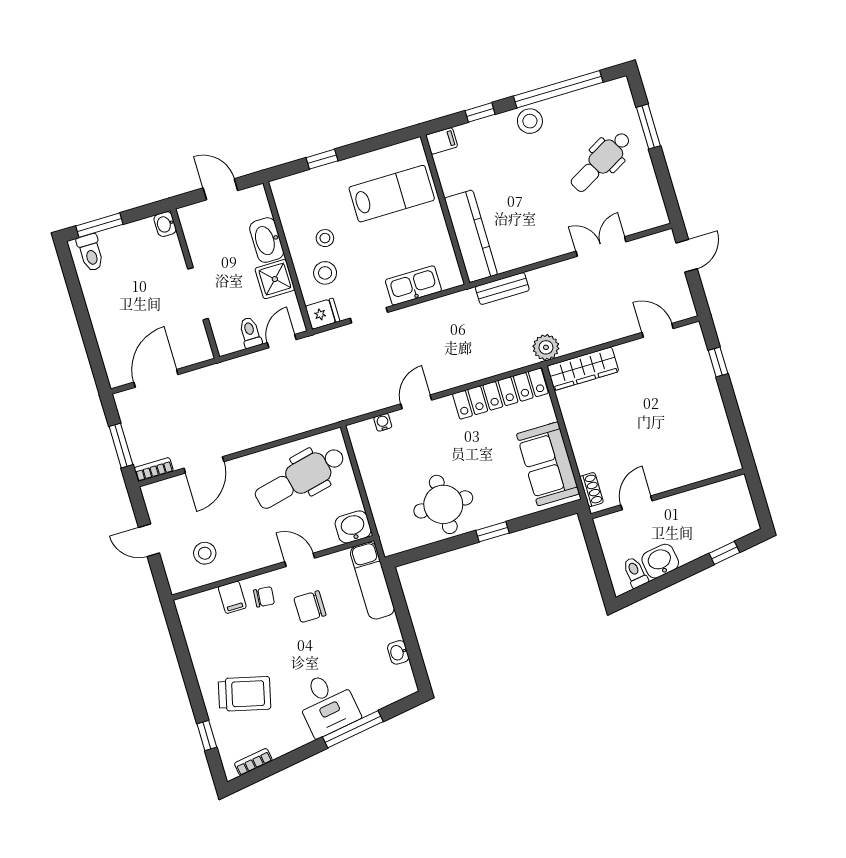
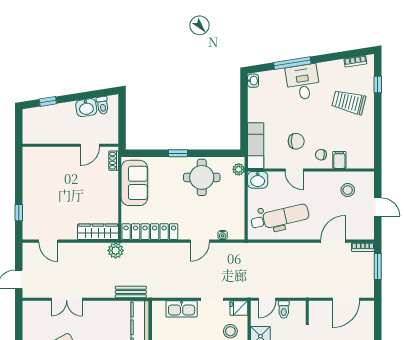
plant: (388, 535) -> (239, 169), added
washbasin: (398, 652) -> (253, 81), moved

